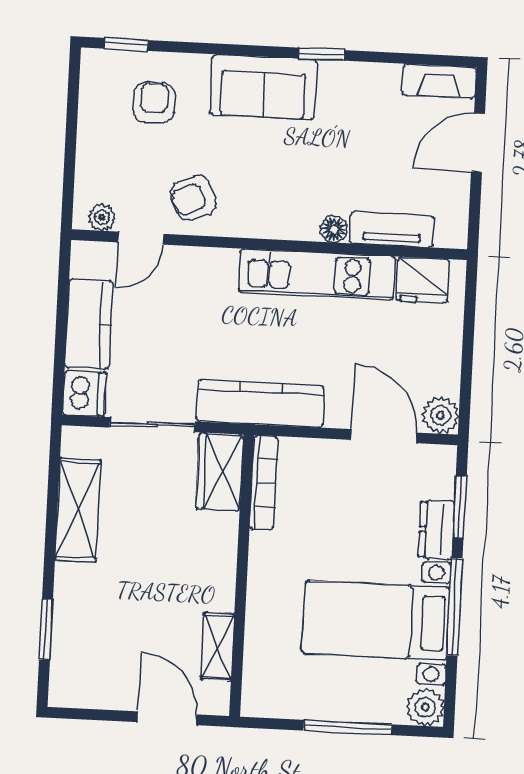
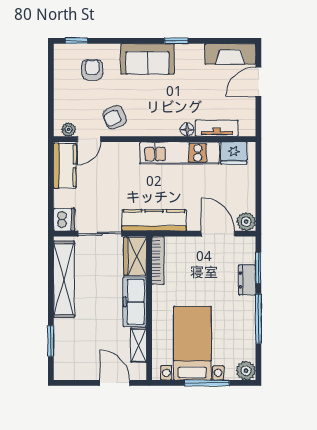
fireplace: (439, 81) -> (230, 54), width x1.37, depth x1.32
kitchen counter: (89, 324) -> (65, 166), moved
shelving: (78, 510) -> (64, 279), width x1.47
freezer: (214, 561) -> (135, 302), added
bed with nightstands: (376, 620) -> (192, 343), moved, turned 90

